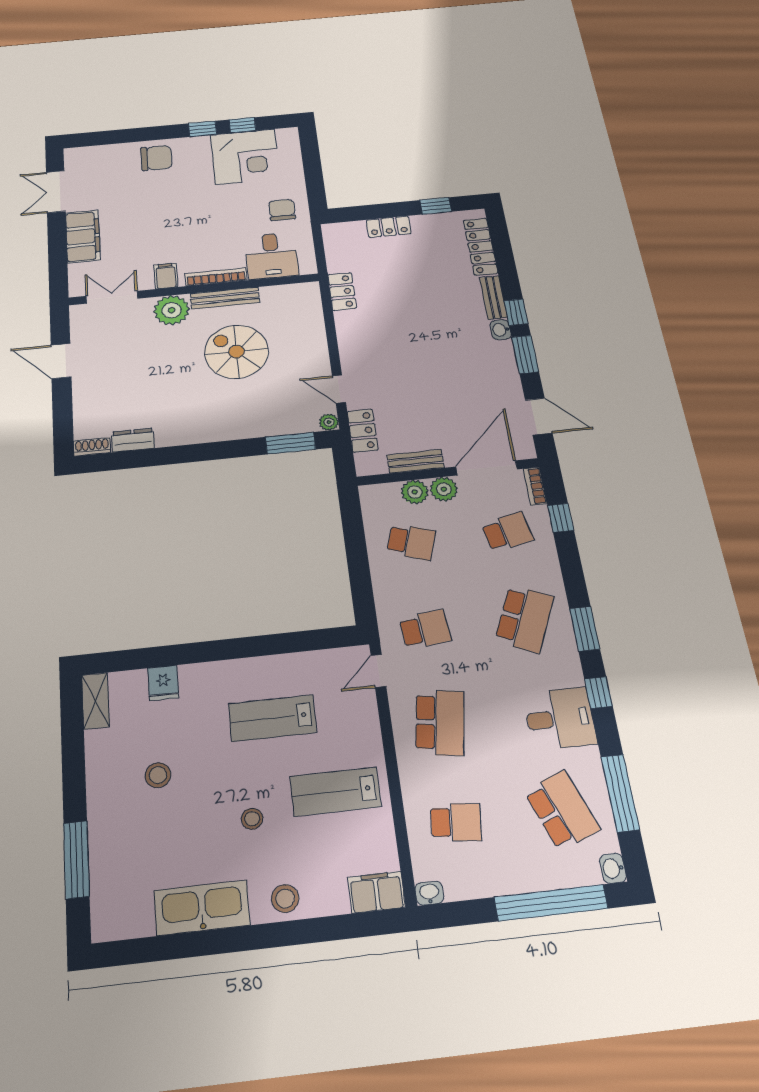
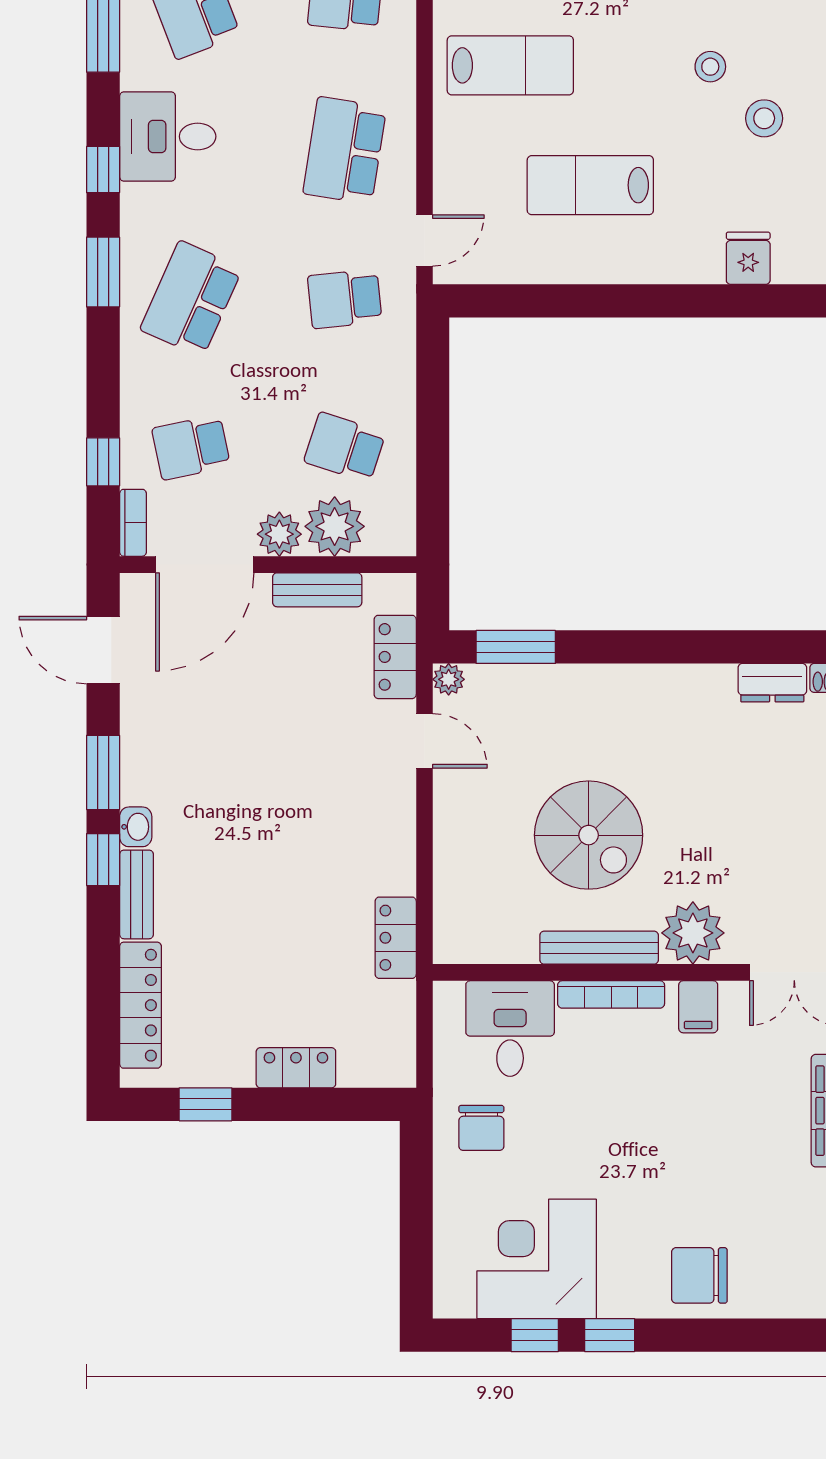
plant: (415, 492) -> (335, 526), width x1.36, depth x1.36
lab bench: (272, 718) -> (590, 185), turned 180
stool: (252, 819) -> (710, 67), moved

